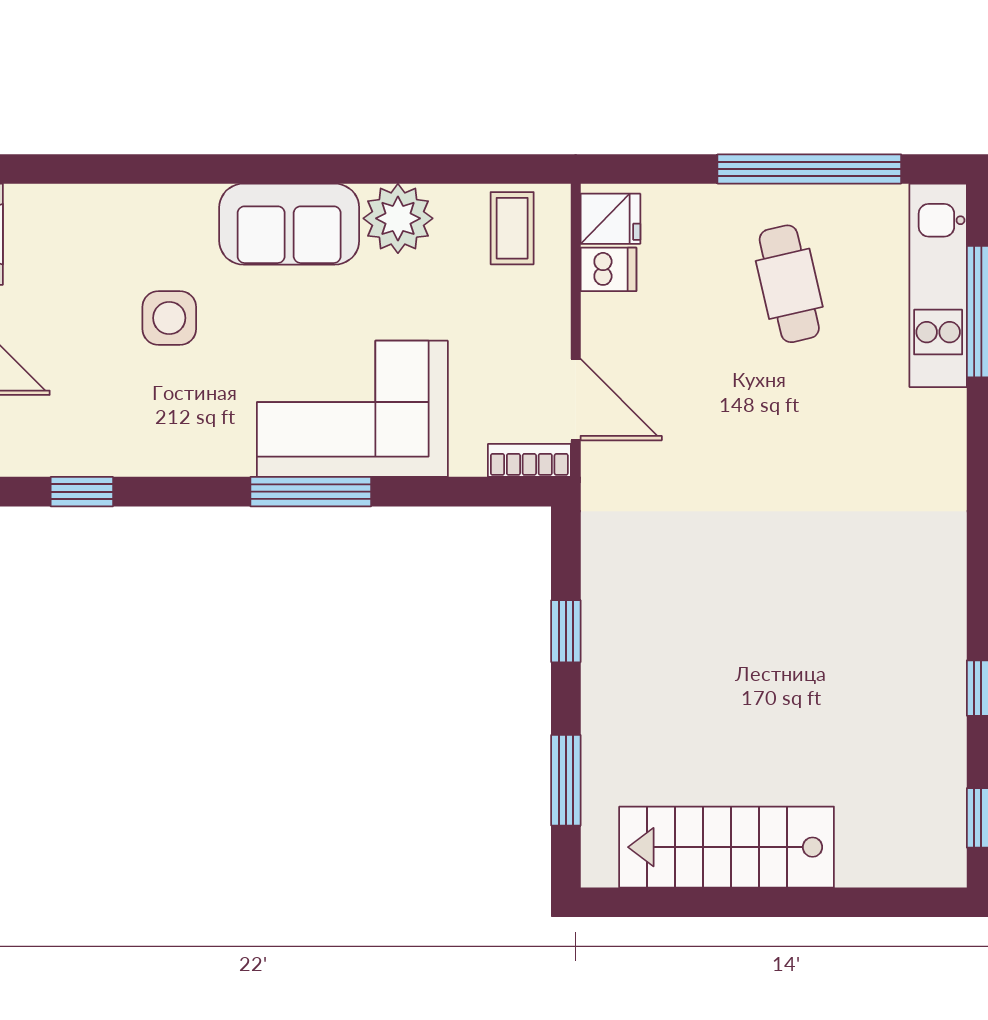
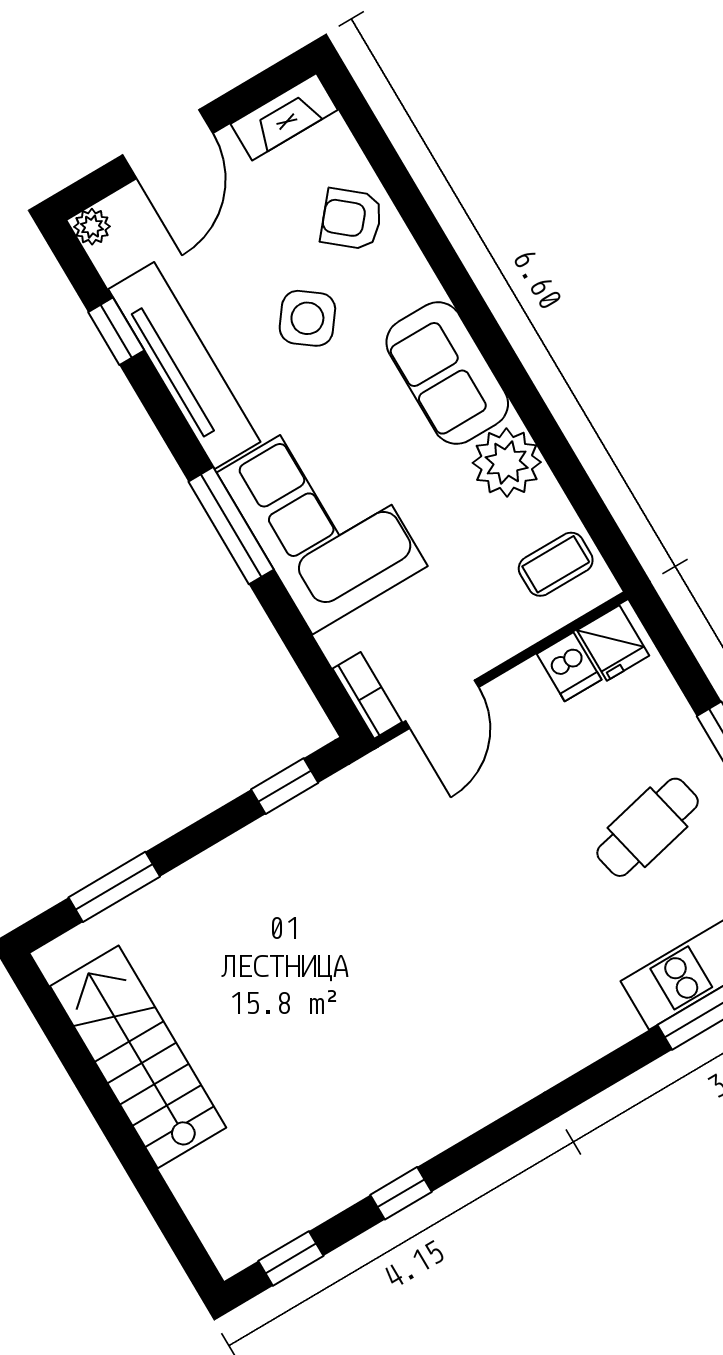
armchair: (105, 228) -> (351, 219), added
side table: (169, 318) -> (307, 318), turned 37
tv unit: (147, 450) -> (184, 366), added
window: (566, 631) -> (285, 786), moved

